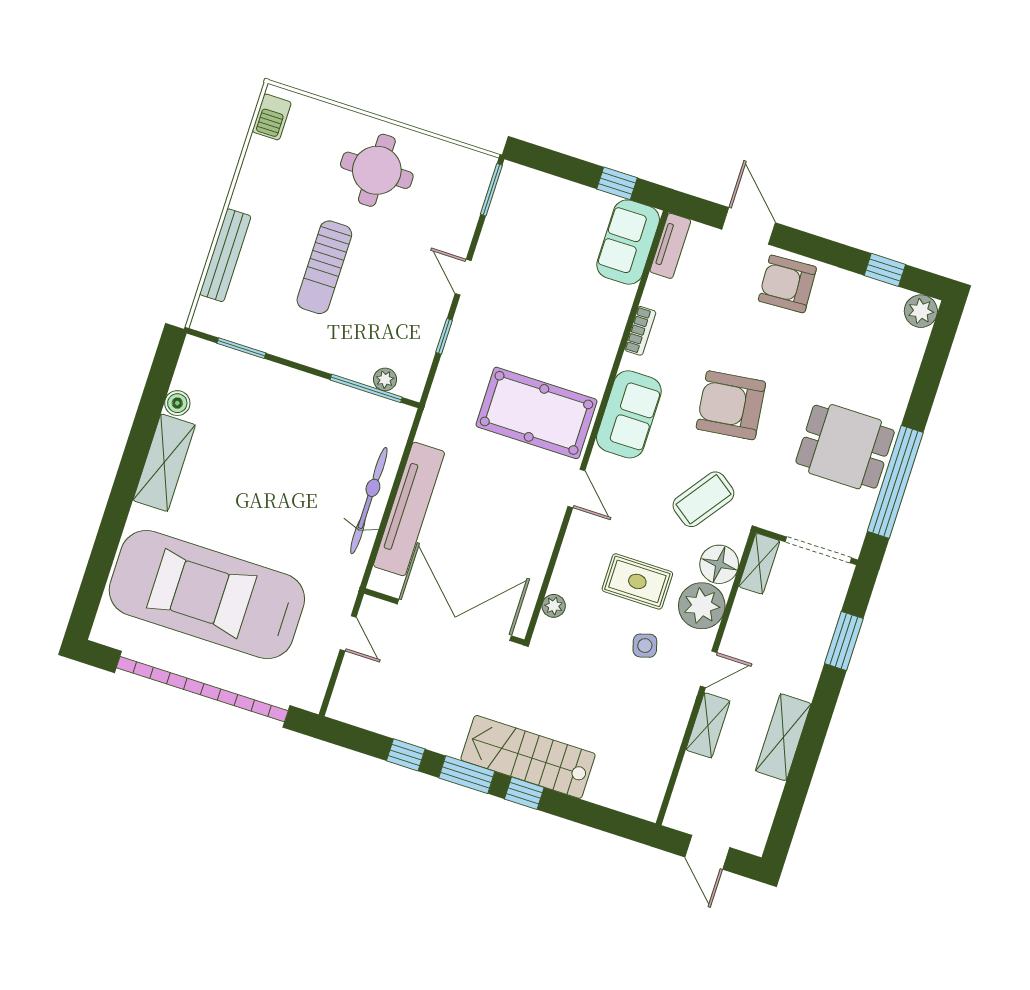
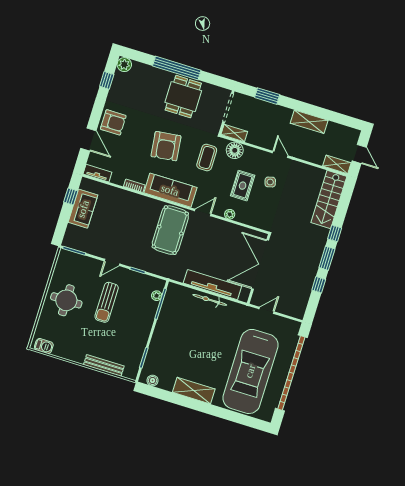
door: (749, 226) -> (88, 139), swing flipped
sofa: (628, 242) -> (83, 209), moved, turned -90
sun lounger: (324, 267) -> (107, 302), moved, turned 90
armchair: (787, 284) -> (113, 122), turned -87
boiler: (177, 403) -> (153, 380), moved
sofa: (629, 414) -> (170, 190), width x1.36
window: (895, 482) -> (177, 68), moved
coffee table: (703, 499) -> (207, 158), turned 54
bicycle: (369, 501) -> (210, 300), width x0.73, depth x0.71
plant: (554, 606) -> (230, 214), moved
plant: (702, 606) -> (253, 158), removed
shelving: (708, 725) -> (337, 164), moved
stairs: (528, 757) -> (329, 199), moved
door: (707, 852) -> (359, 154), hinge flipped

